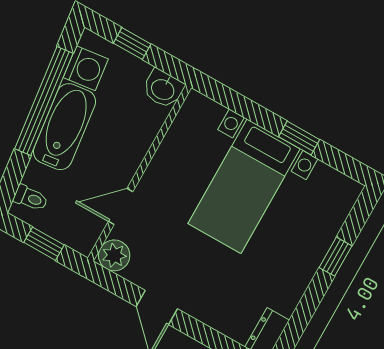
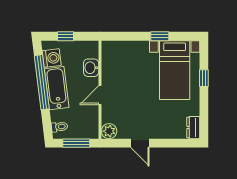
washbasin: (163, 89) -> (91, 68), moved, turned 90
bed with nightstands: (244, 186) -> (175, 70), moved
door: (121, 207) -> (100, 95), moved
window: (44, 244) -> (76, 143), width x1.50

